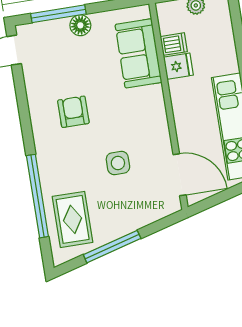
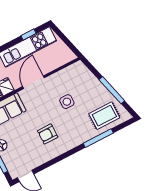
door: (180, 175) -> (33, 82), moved
window: (37, 196) -> (98, 138), width x0.68

